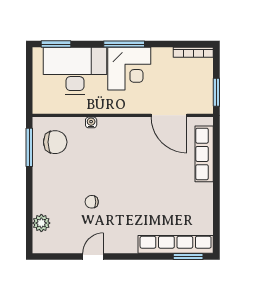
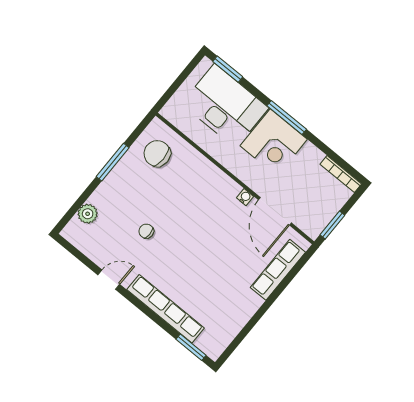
water cooler: (91, 122) -> (245, 197), moved
chair: (55, 142) -> (157, 154), turned 180
window: (29, 147) -> (113, 162), moved
row of seats: (176, 244) -> (166, 309), moved

